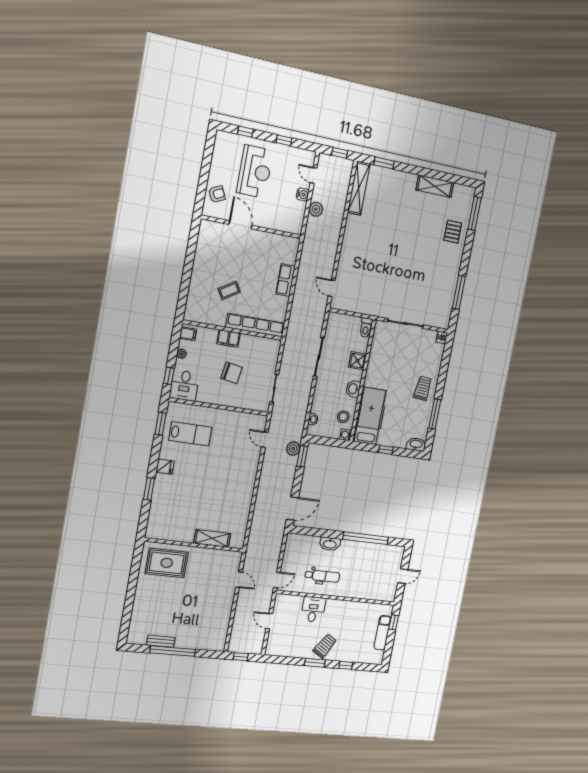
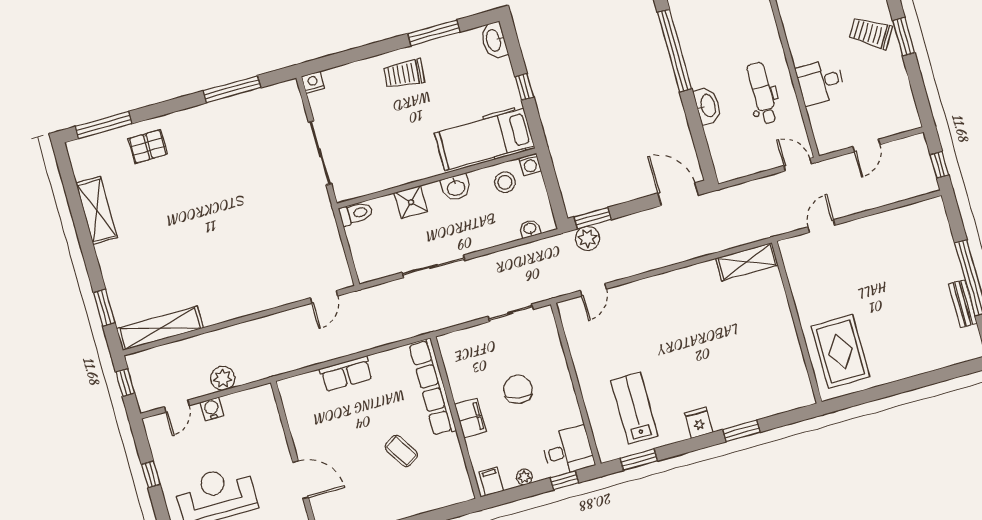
door: (240, 225) -> (301, 480), swing flipped
shelving: (212, 538) -> (747, 262), moved, turned 90

